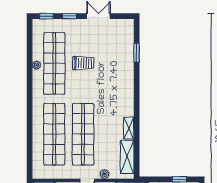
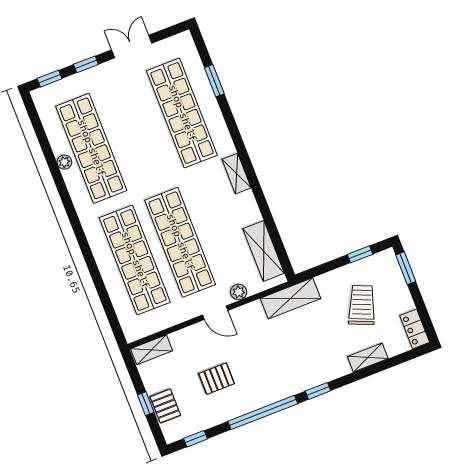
trolley: (83, 63) -> (137, 130), removed
shop shelf: (112, 63) -> (182, 113), added
shelving: (129, 128) -> (237, 174), moved

